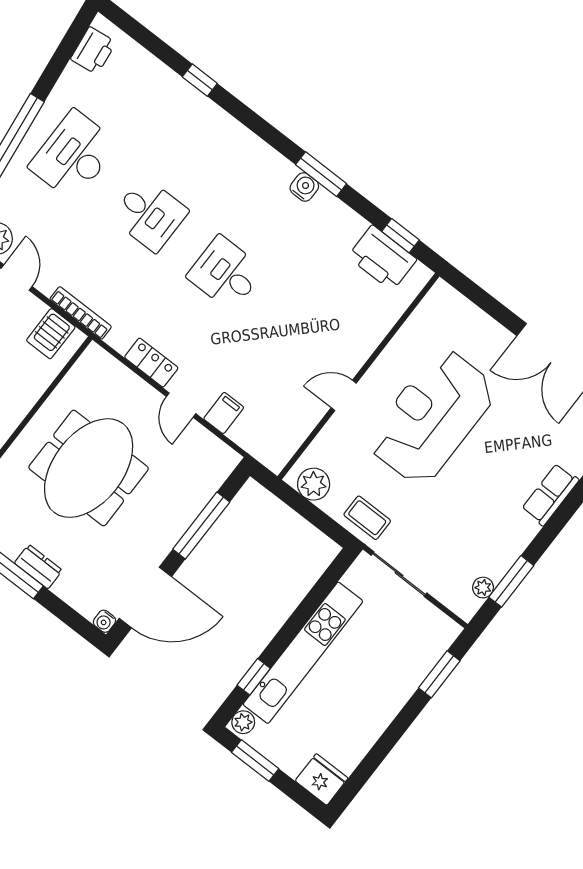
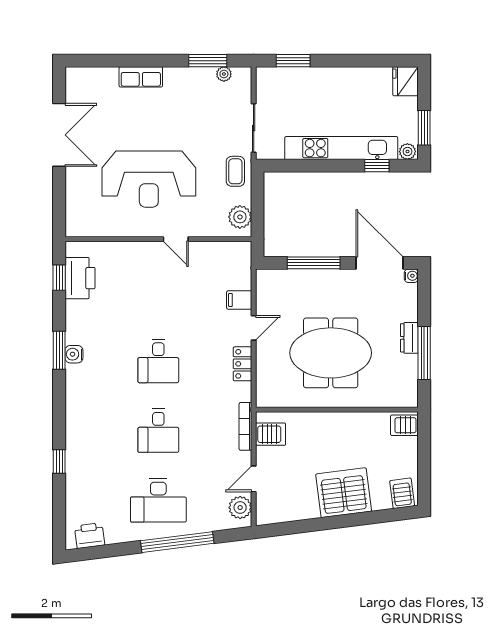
desk: (150, 214) -> (158, 431), turned 180

